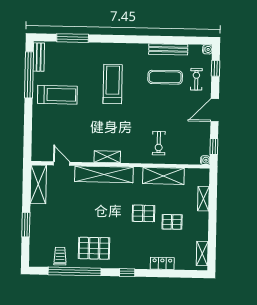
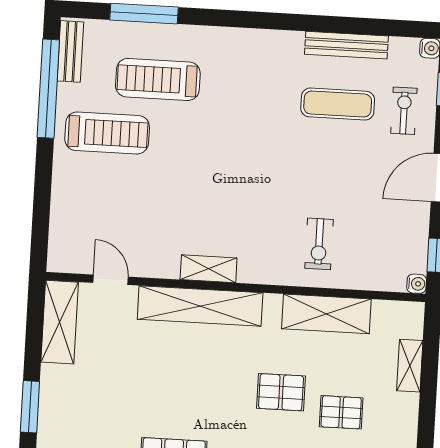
treadmill: (113, 84) -> (158, 79), moved, turned -90

